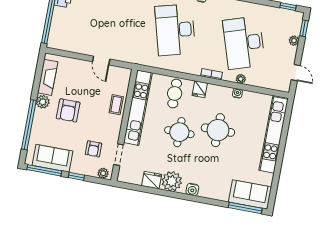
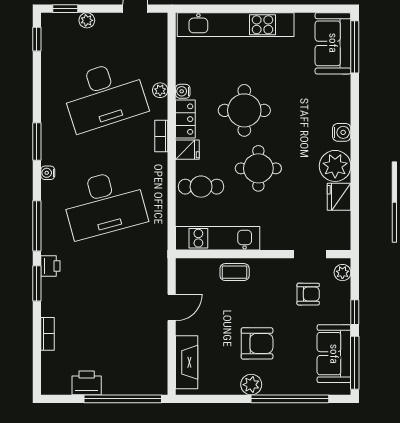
fireplace: (48, 77) -> (187, 362), moved, turned 90
locker: (219, 92) -> (185, 119), added
kitchen unit: (138, 108) -> (218, 238), width x0.73

